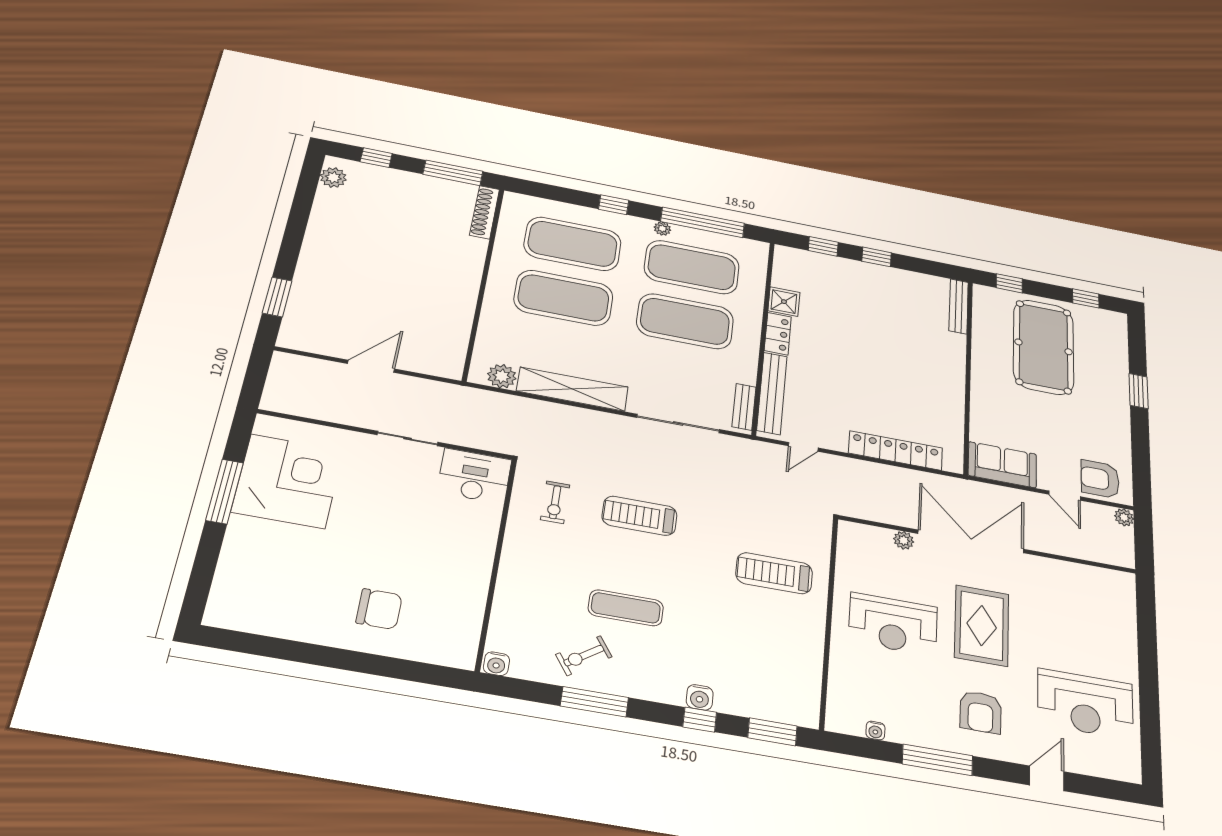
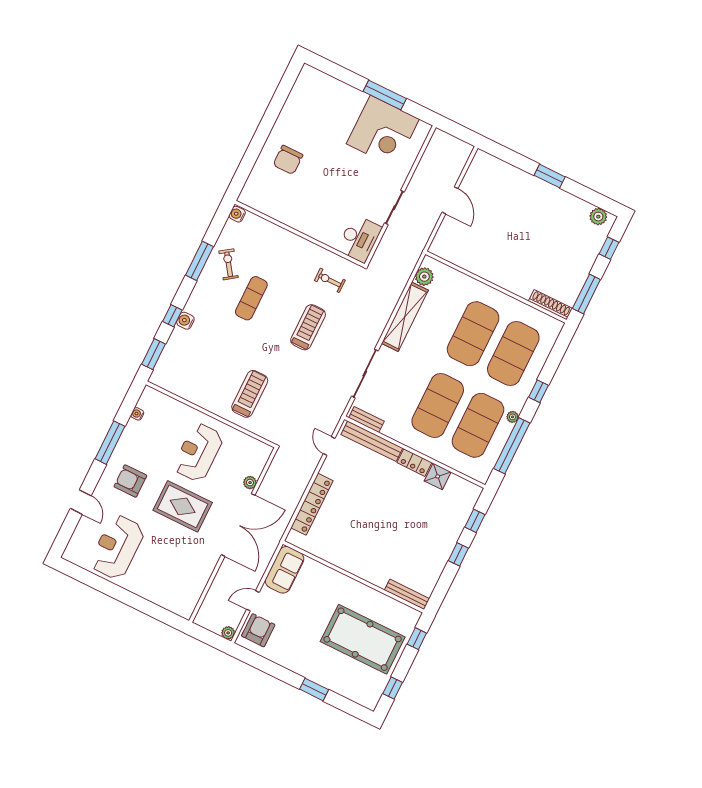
window: (277, 297) -> (550, 176), moved

